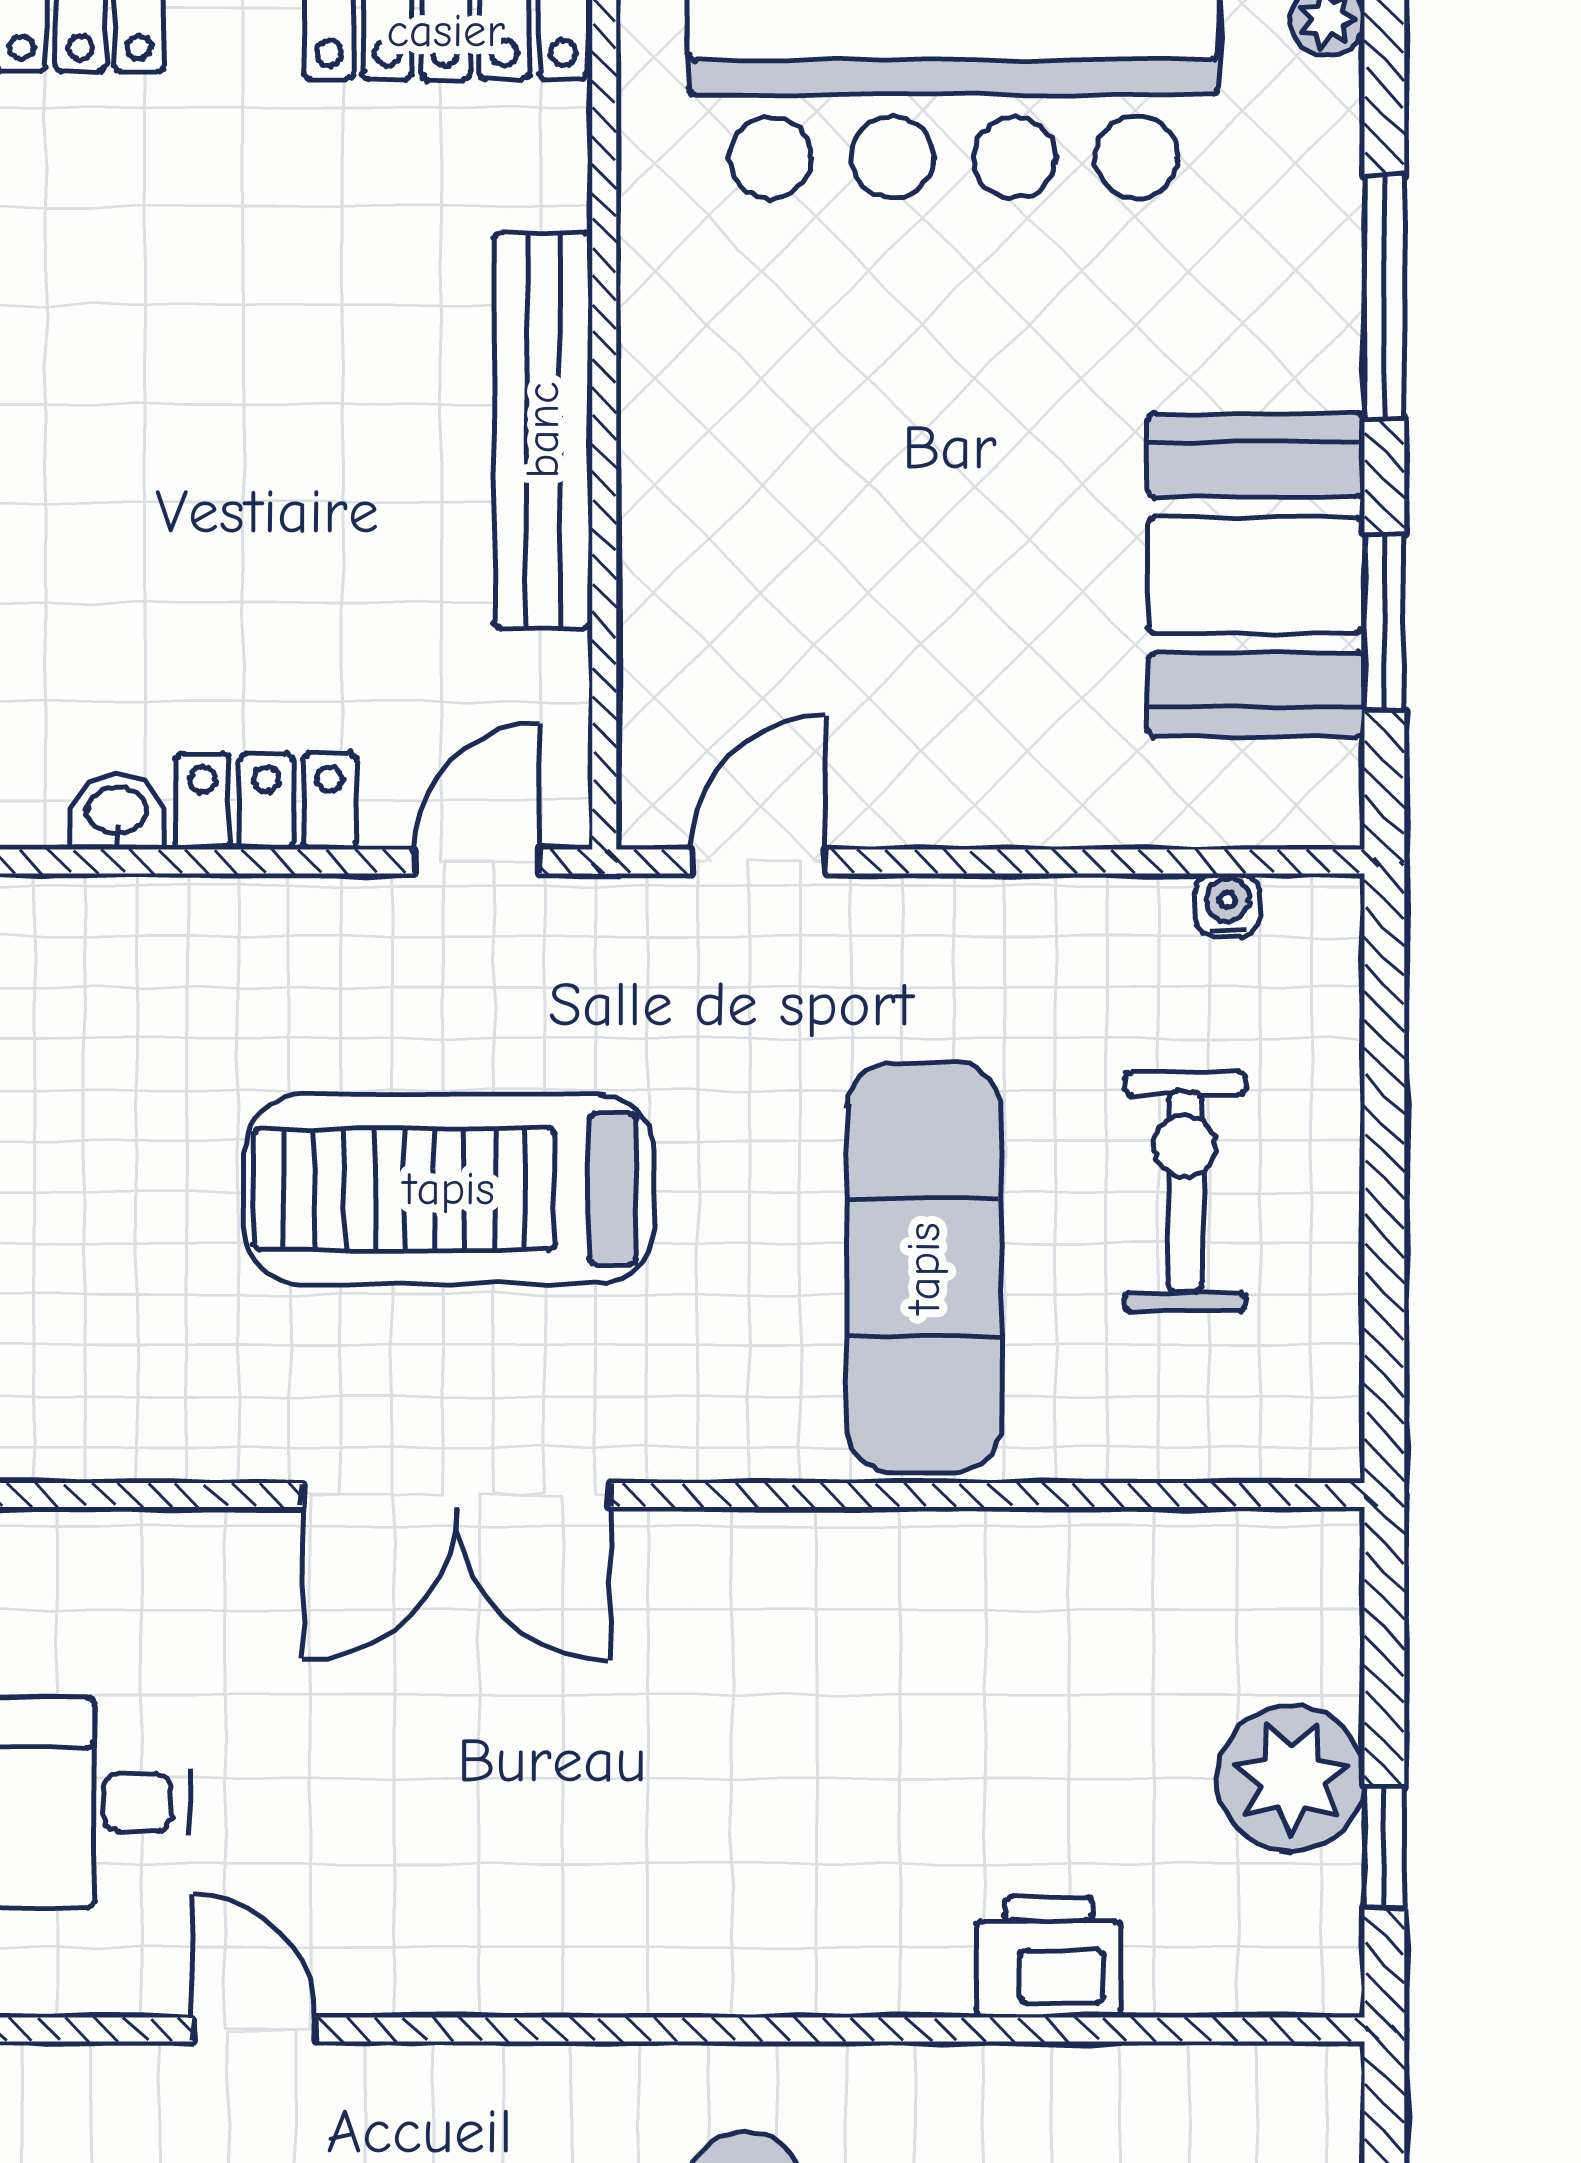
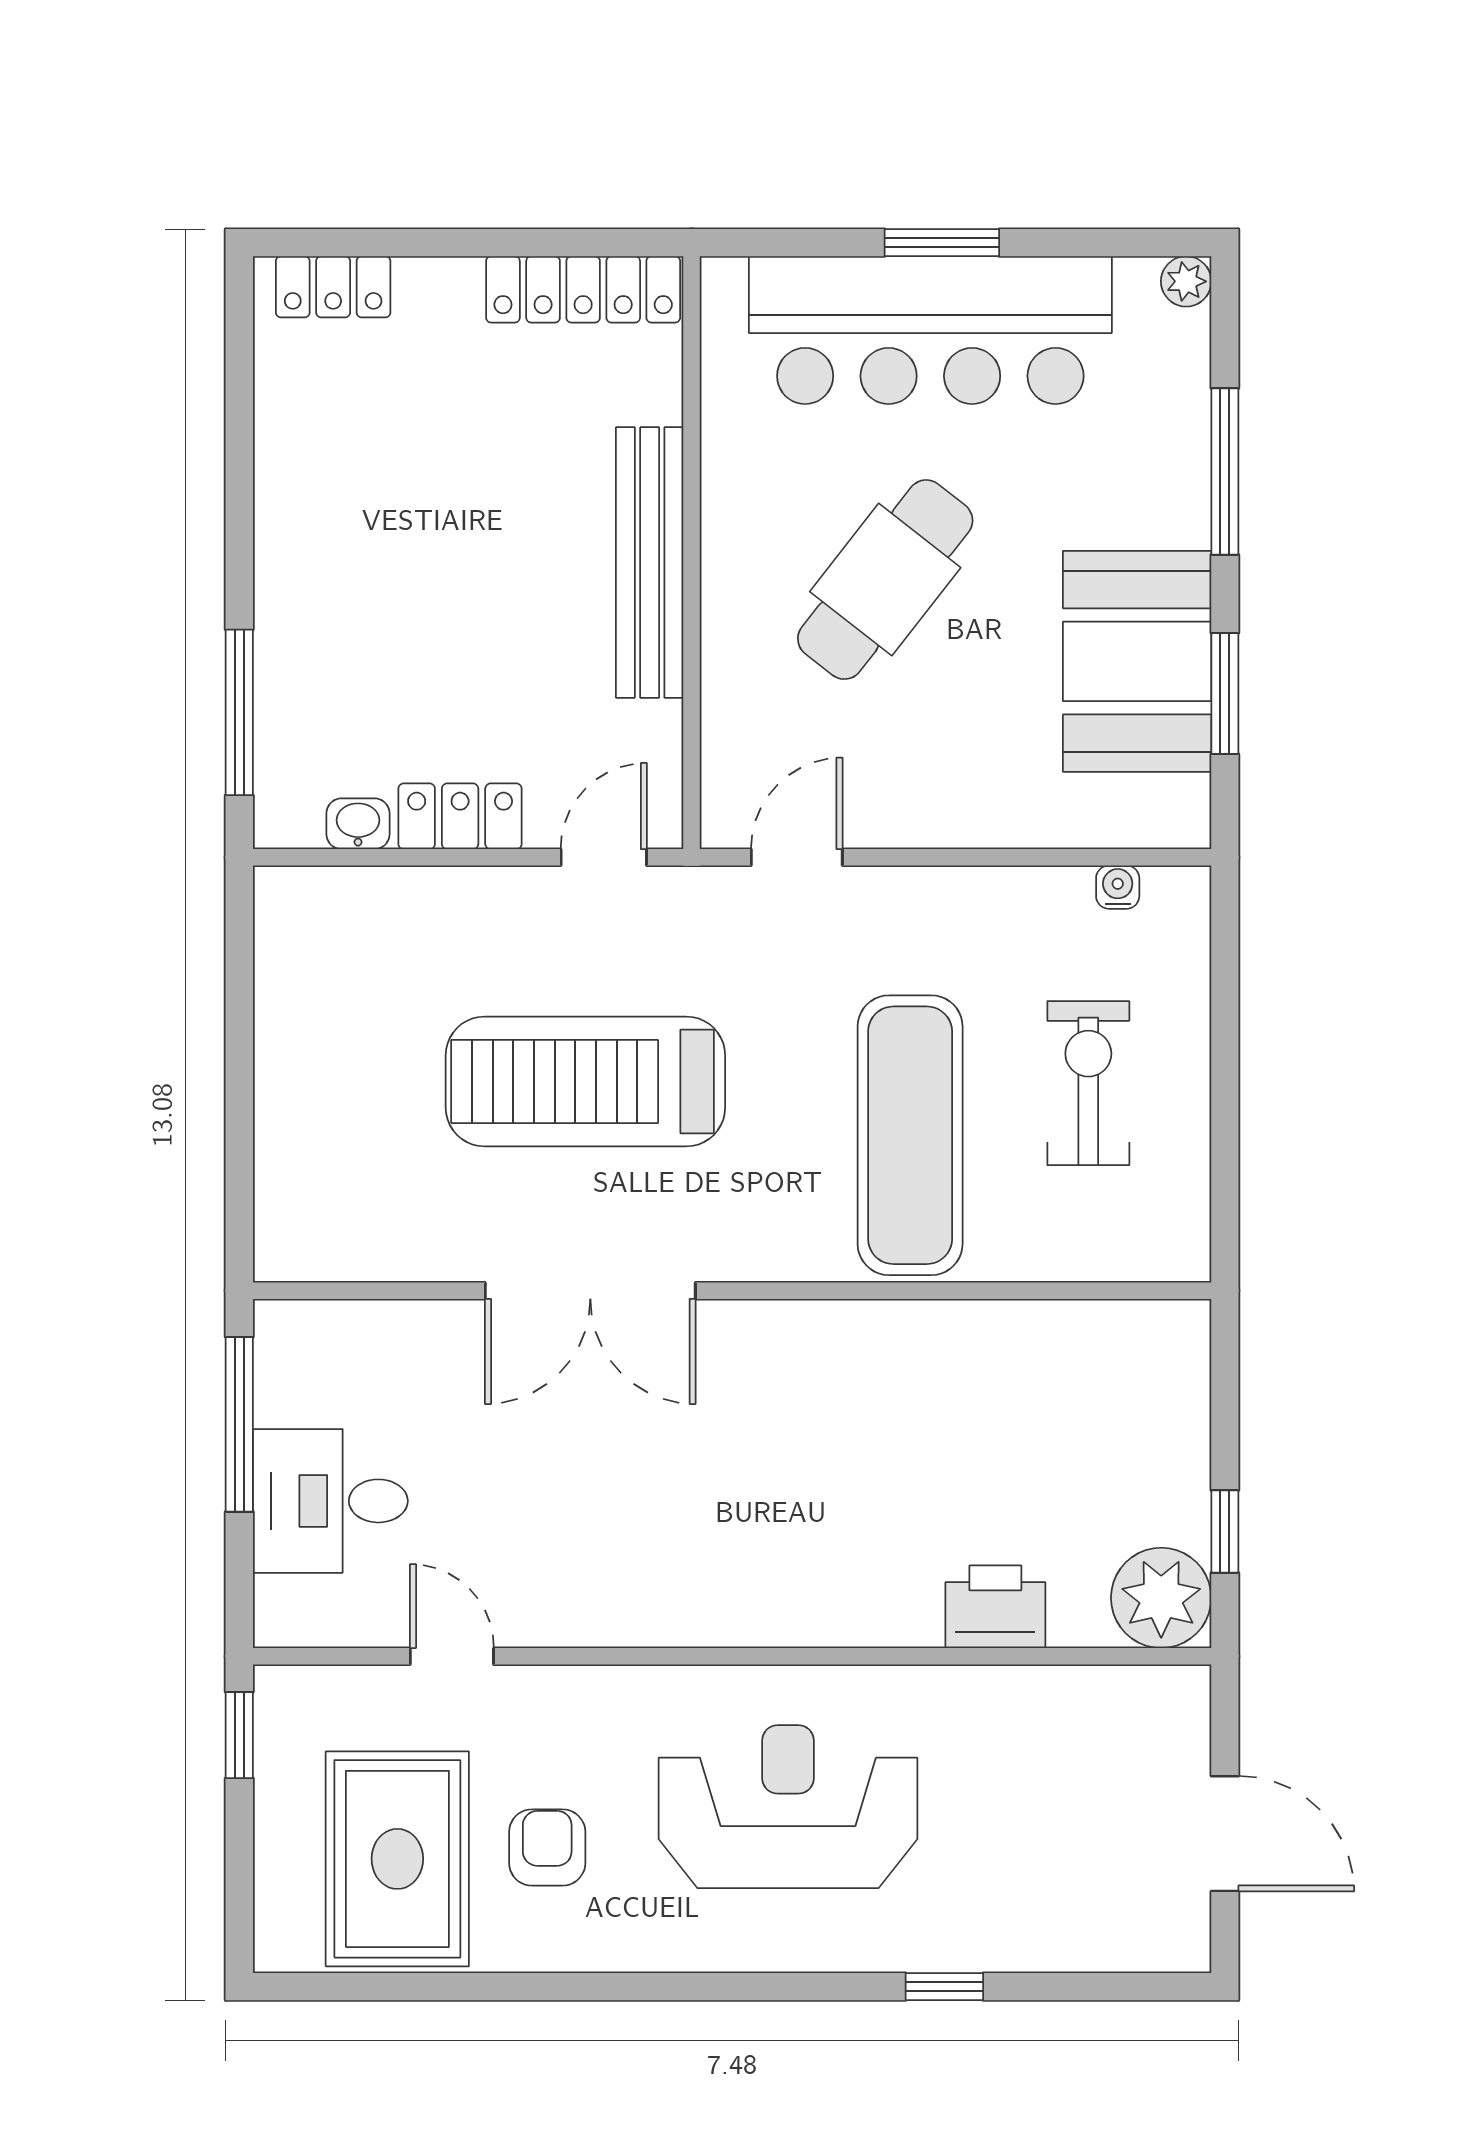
cafe table: (888, 455) -> (885, 580), added
plant: (1291, 1778) -> (1161, 1598), moved

